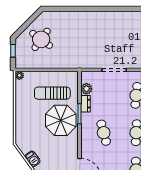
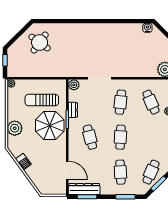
round table: (41, 39) -> (40, 43), moved
plant: (86, 89) -> (74, 85), moved
plant: (23, 123) -> (15, 128), added

